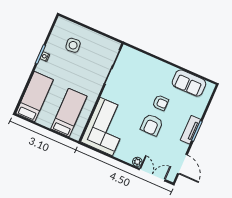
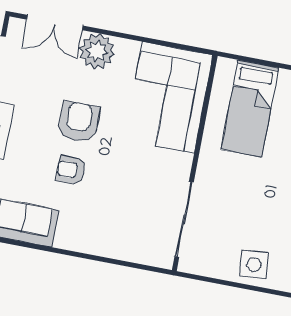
side table: (73, 45) -> (254, 265), moved
plant: (137, 162) -> (97, 51), width x1.88, depth x1.88

